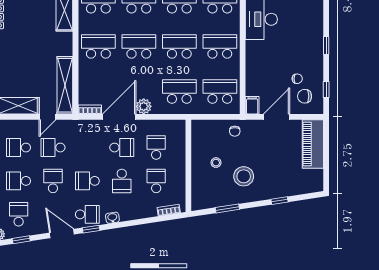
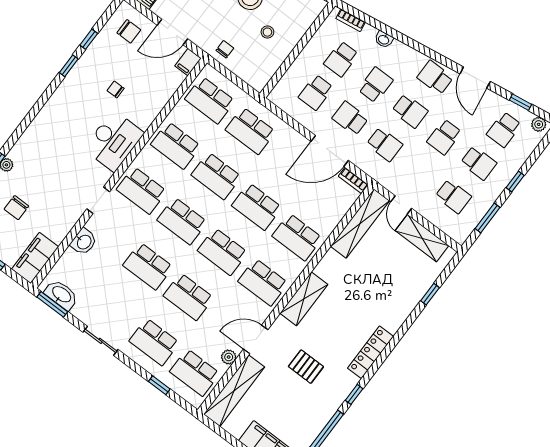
chair: (297, 79) -> (116, 89), moved
window: (326, 90) -> (89, 39), moved
plant: (144, 106) -> (297, 143), removed
door: (48, 117) -> (401, 205), swing flipped
school desk: (53, 148) -> (385, 144), moved
washbasin: (112, 218) -> (384, 39), moved
window: (91, 229) -> (443, 60), removed

